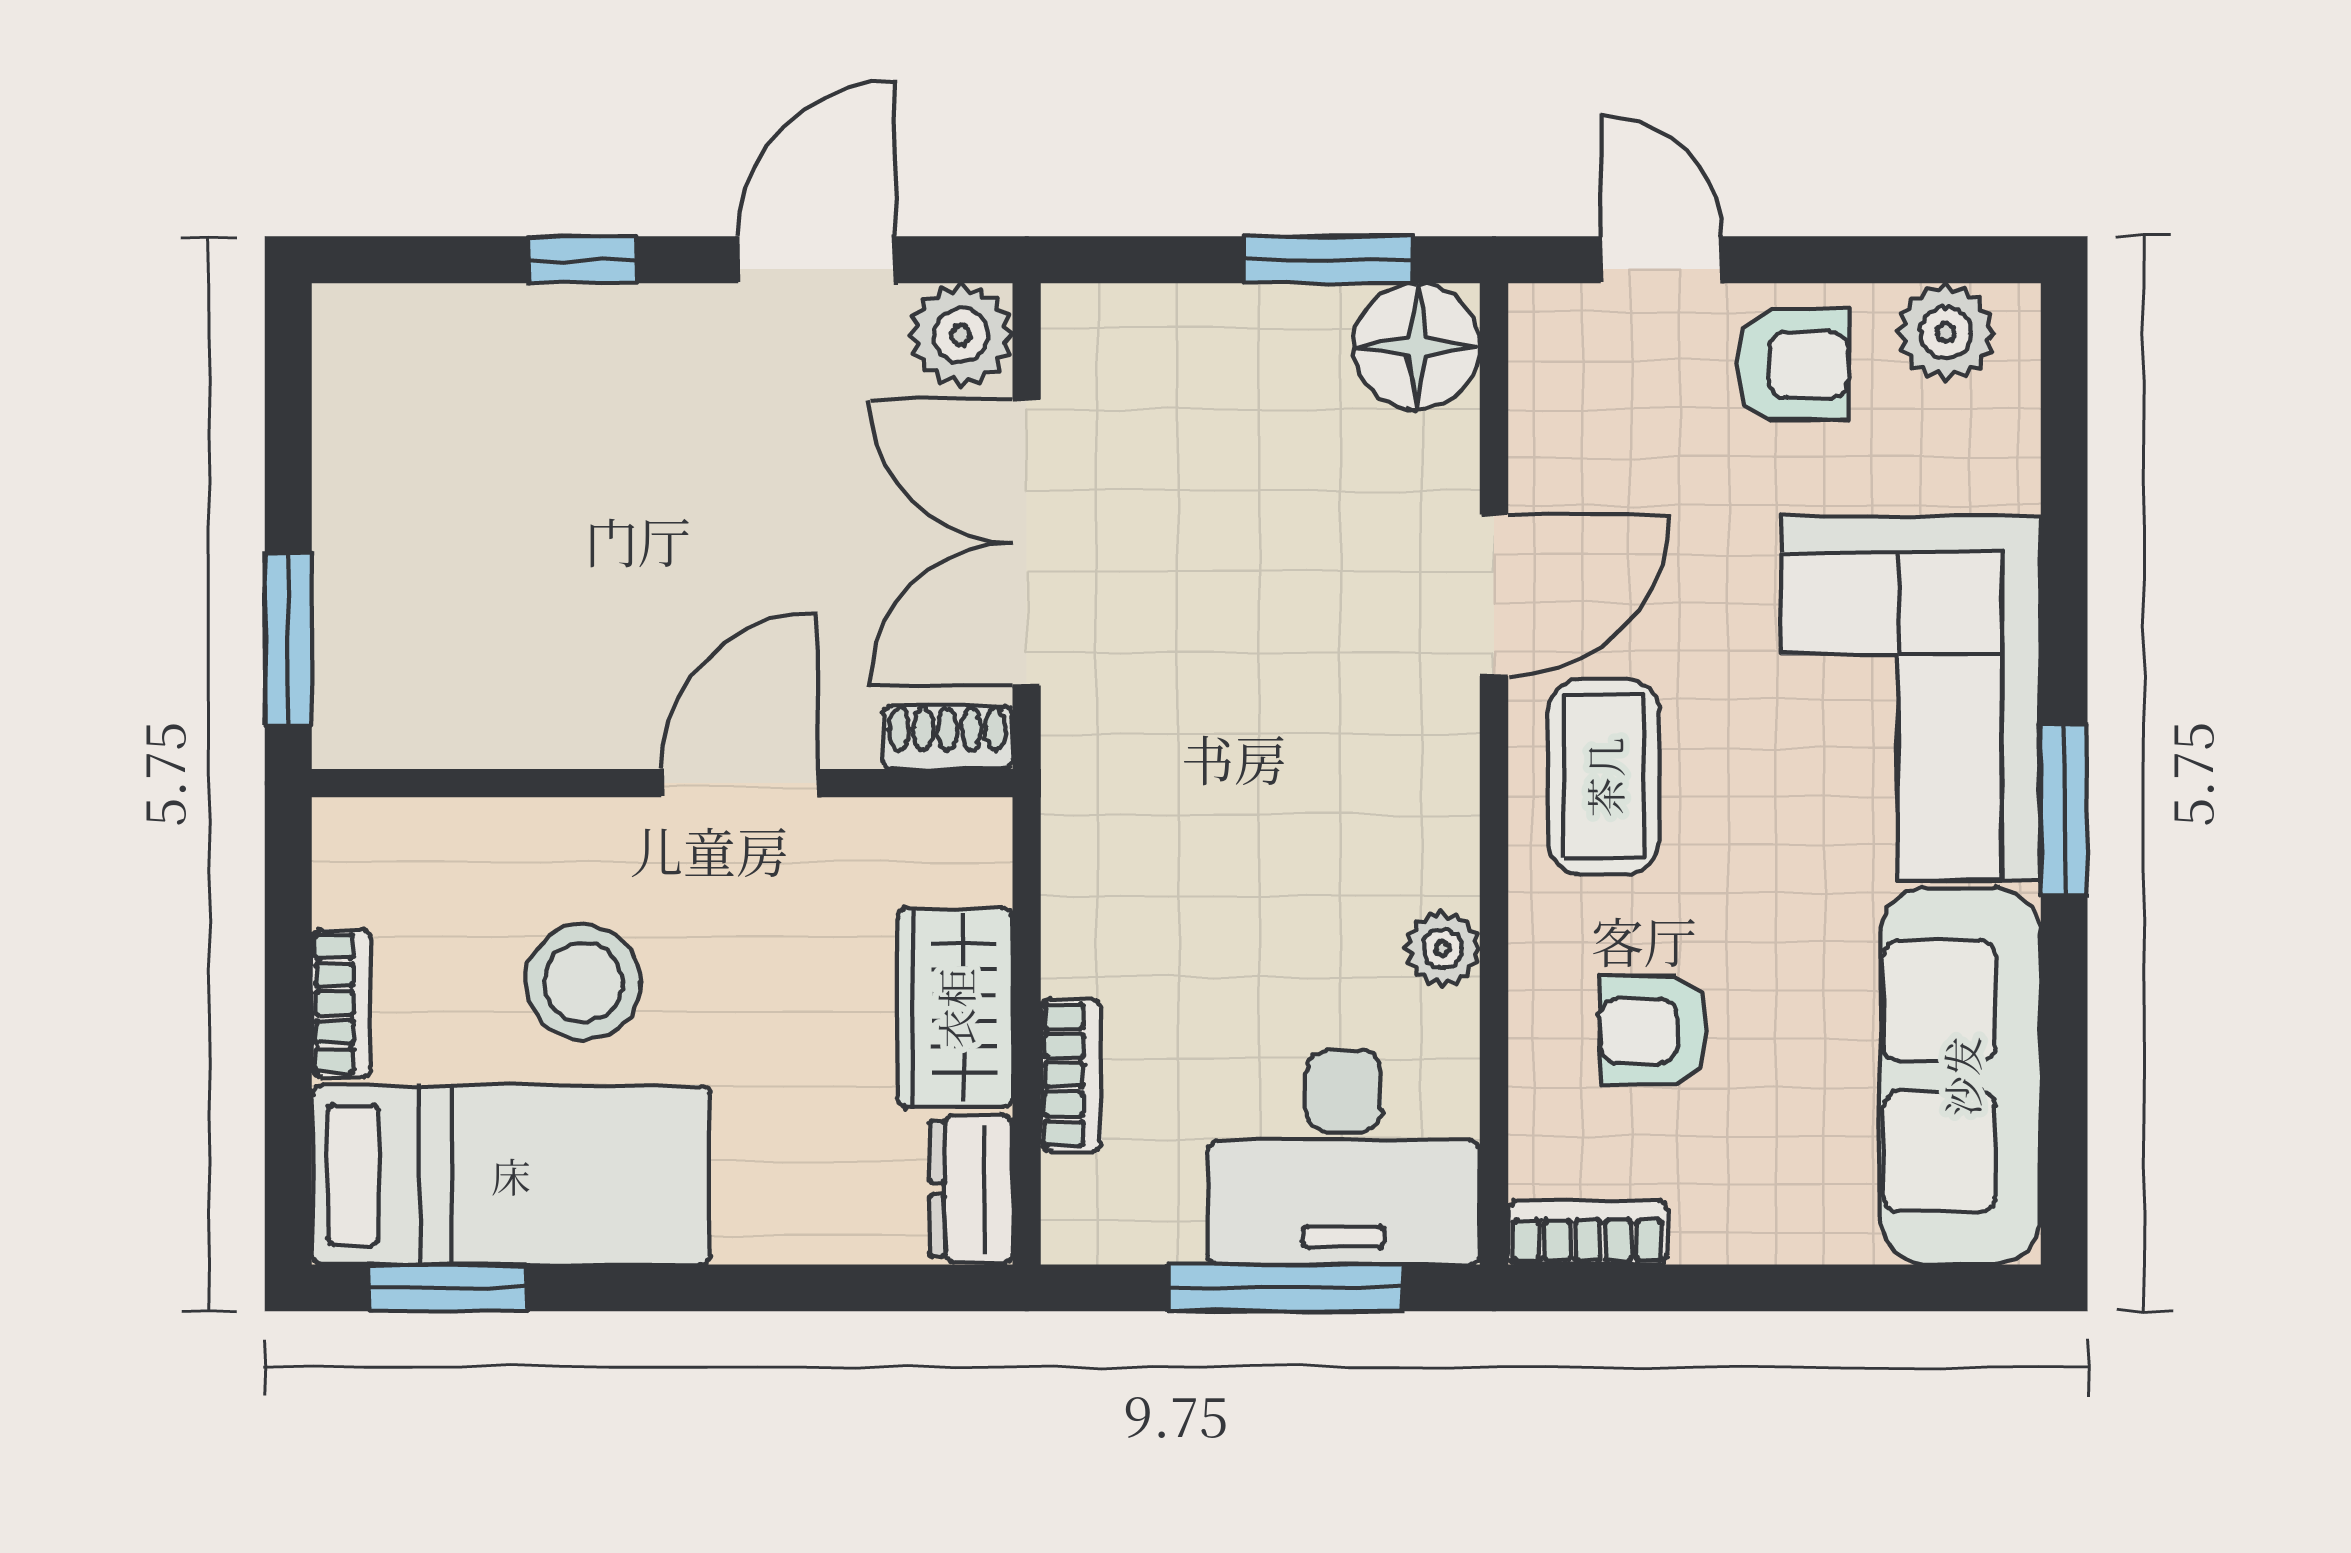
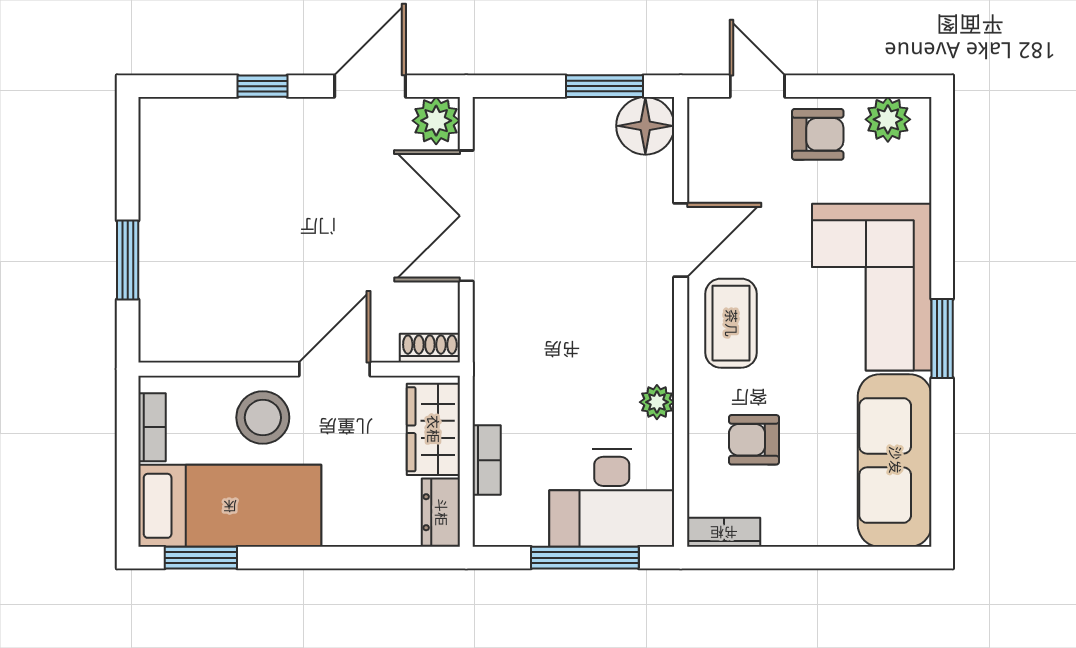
shoe rack: (947, 737) -> (430, 348), moved
wall: (662, 783) -> (299, 369), moved
door: (739, 783) -> (335, 369), moved

